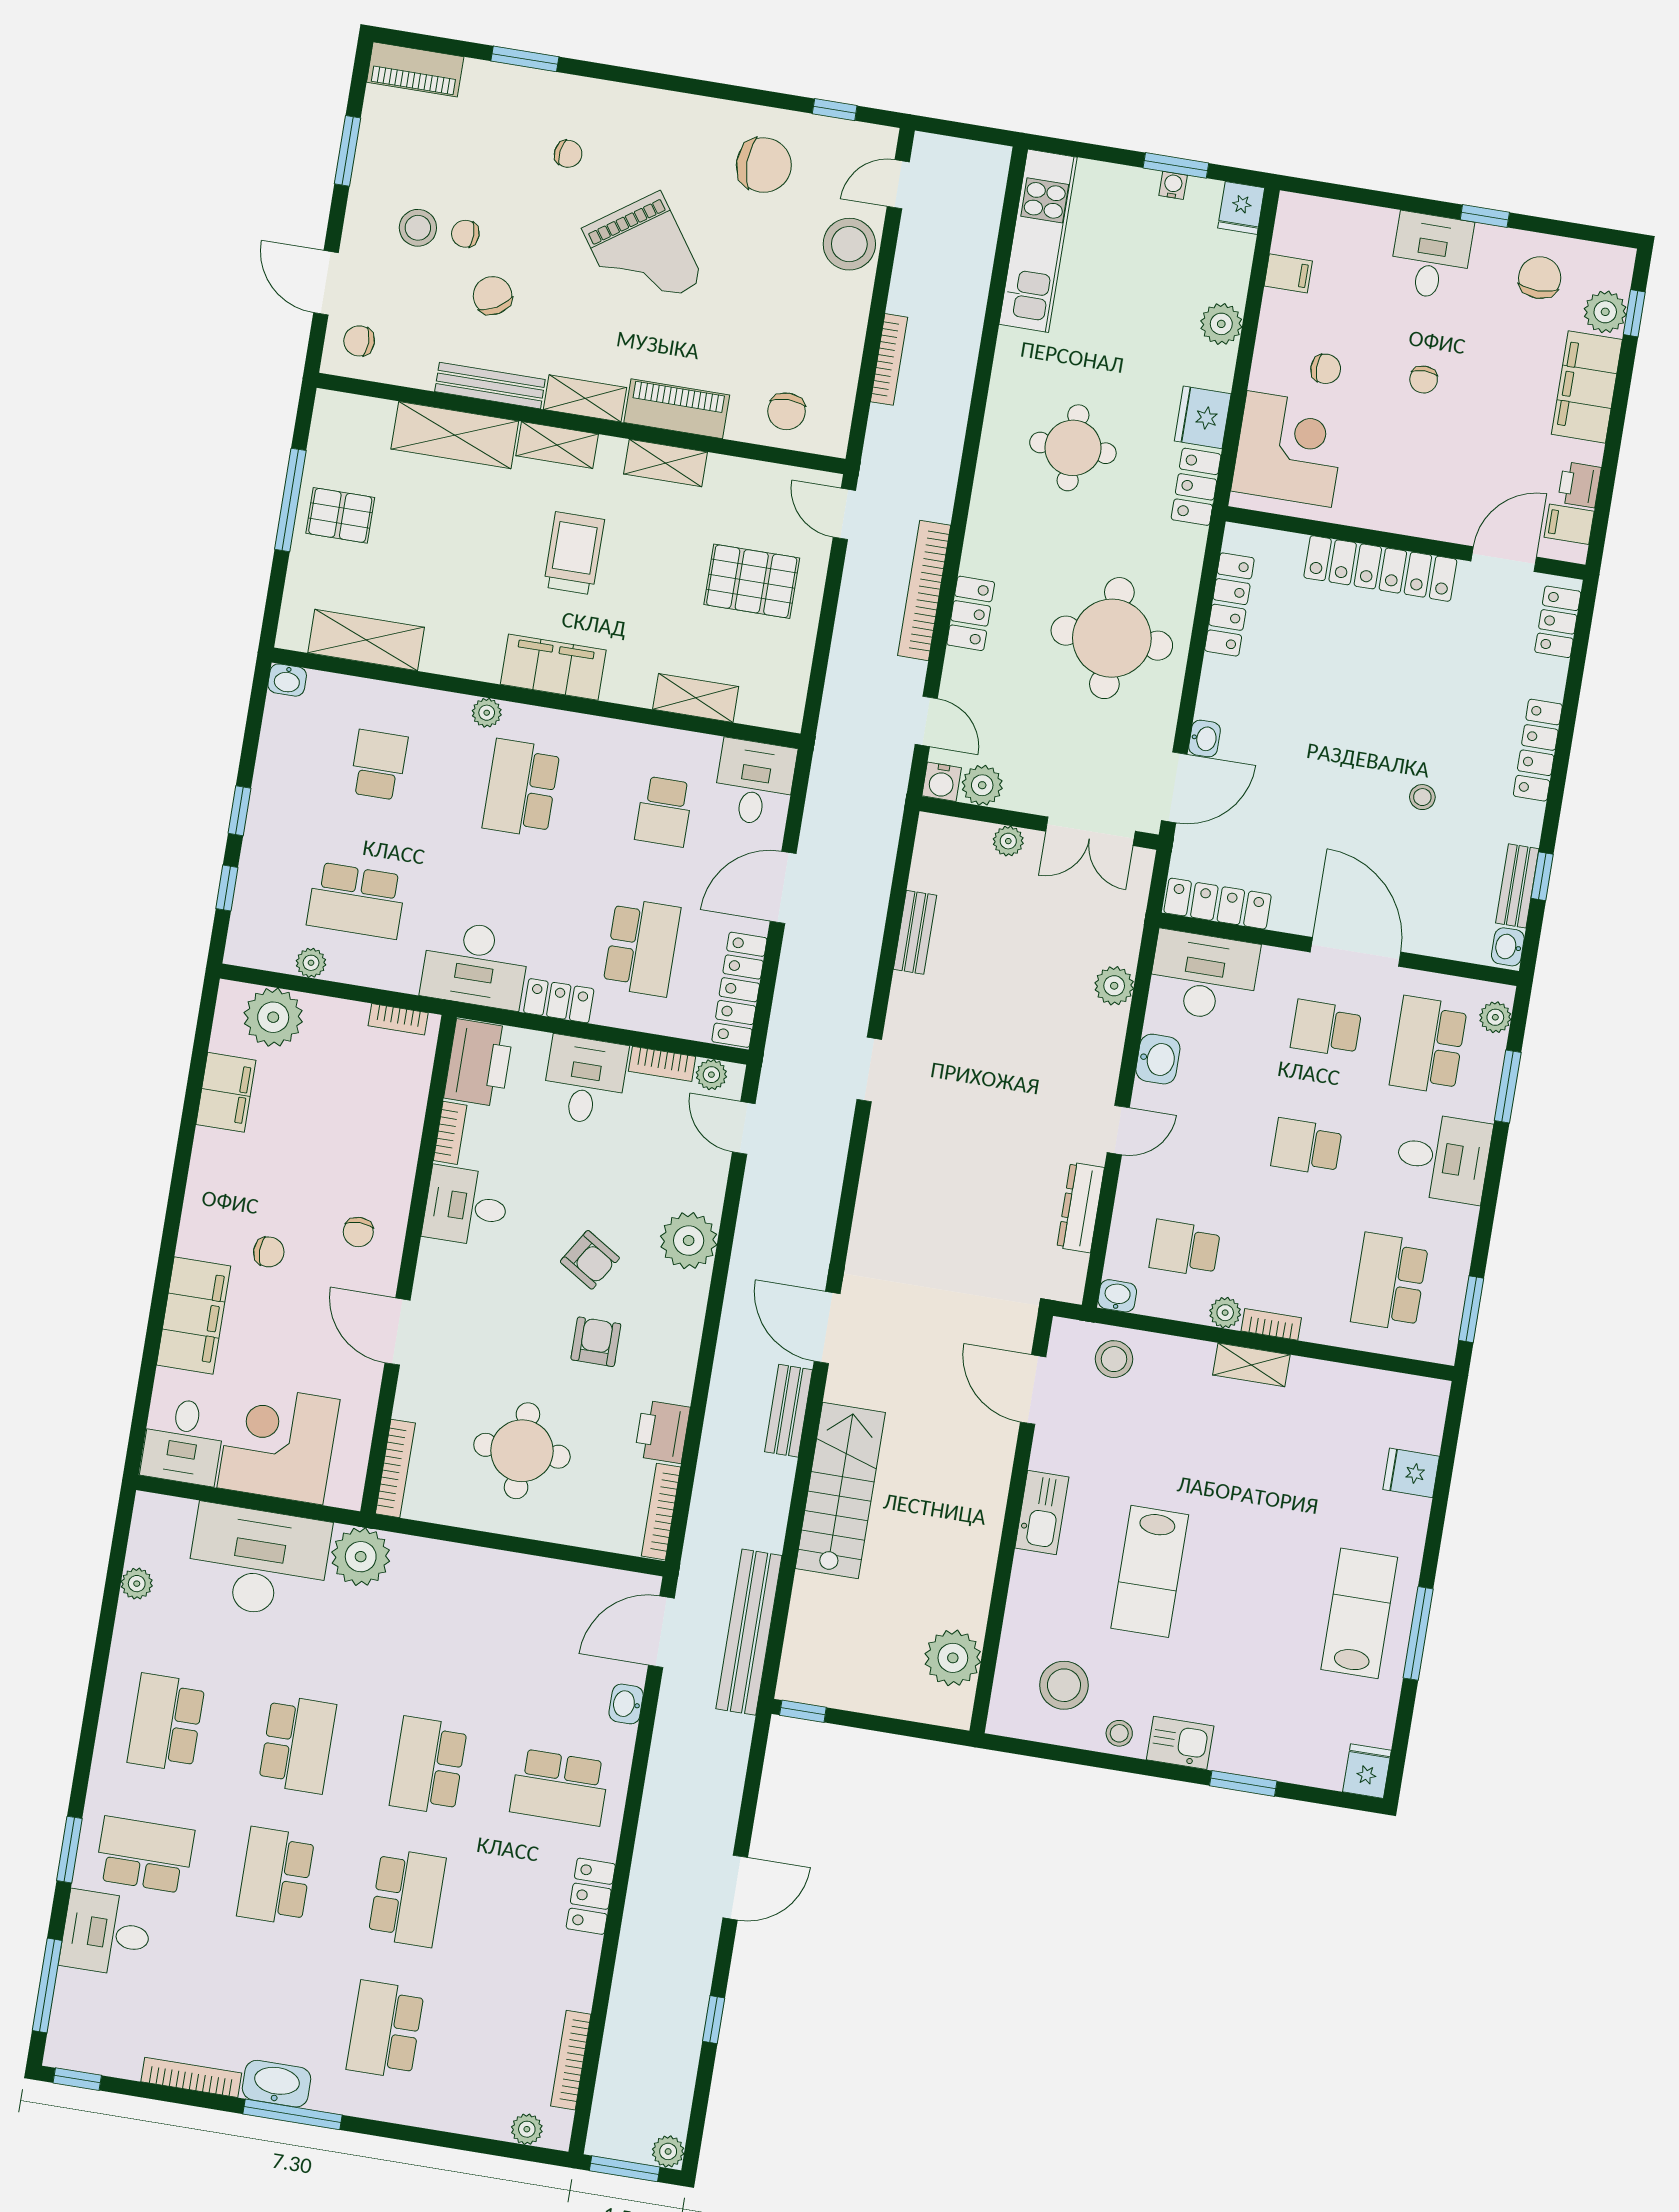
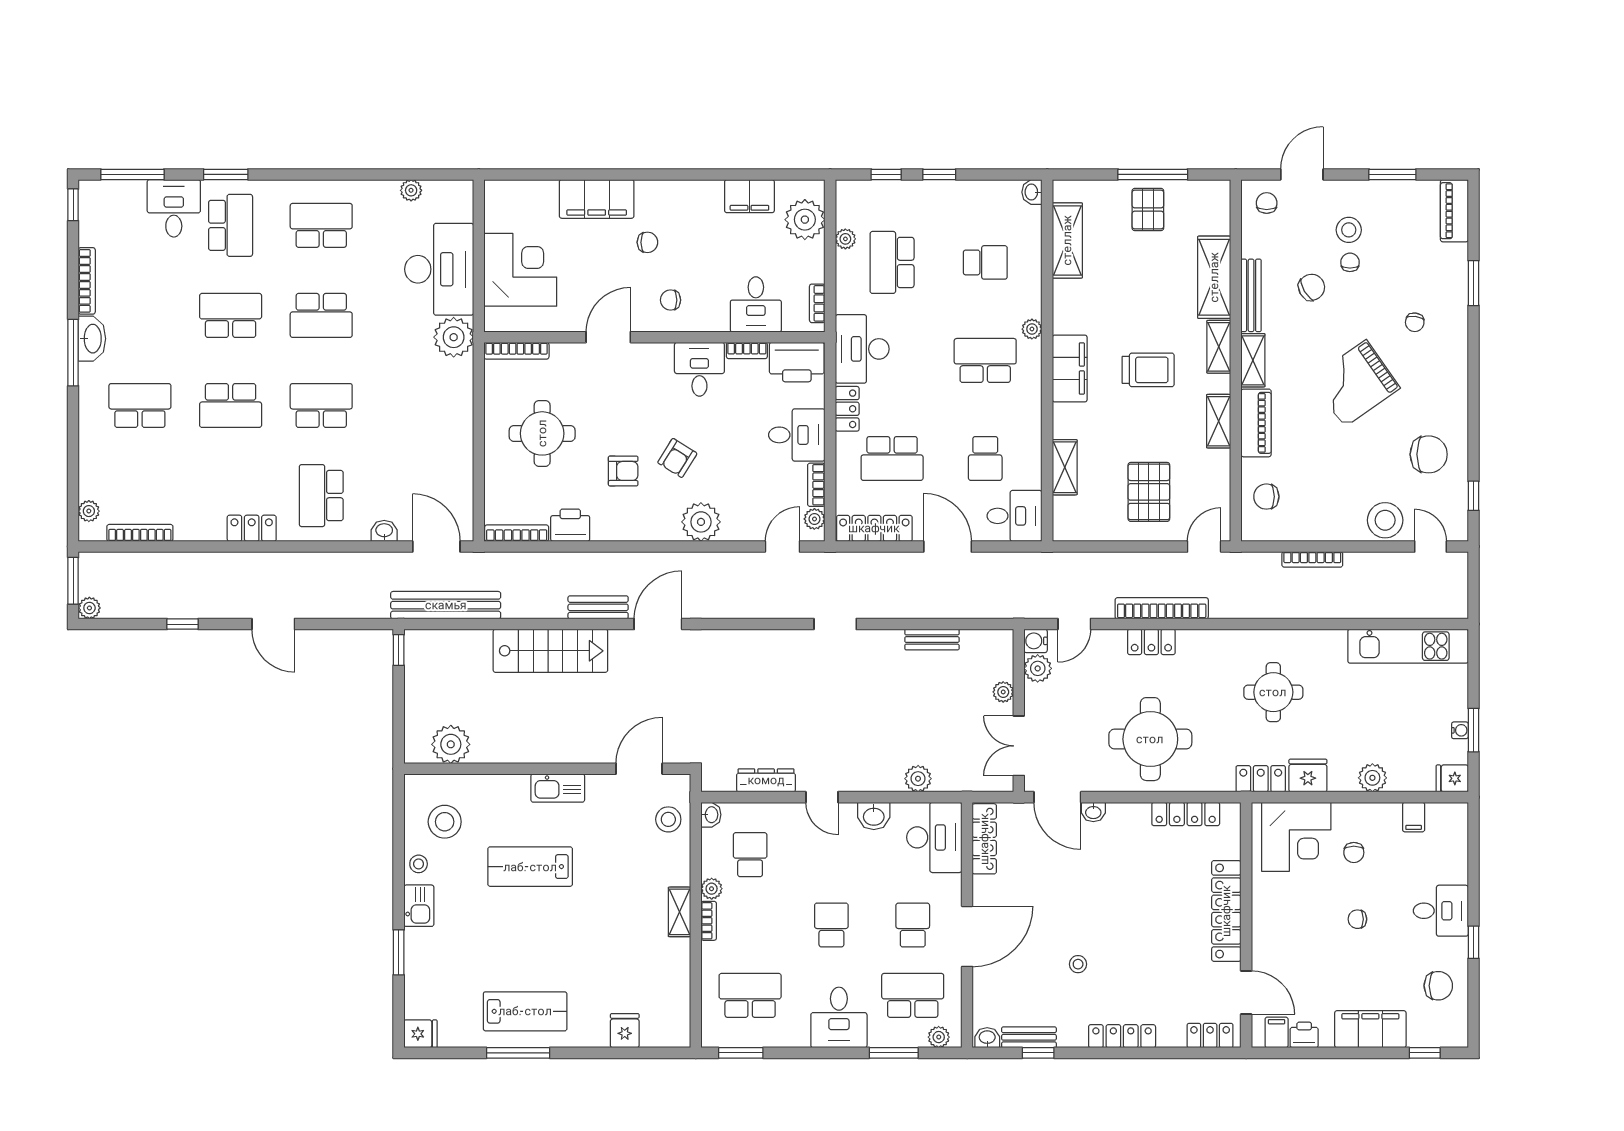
chair: (764, 165) -> (1429, 454), turned -90
plant: (1605, 312) -> (1423, 1033), removed
school desk: (664, 812) -> (985, 458), turned -90
chair: (269, 1252) -> (647, 242), turned -90
desk: (183, 1441) -> (756, 304), moved, turned -90

